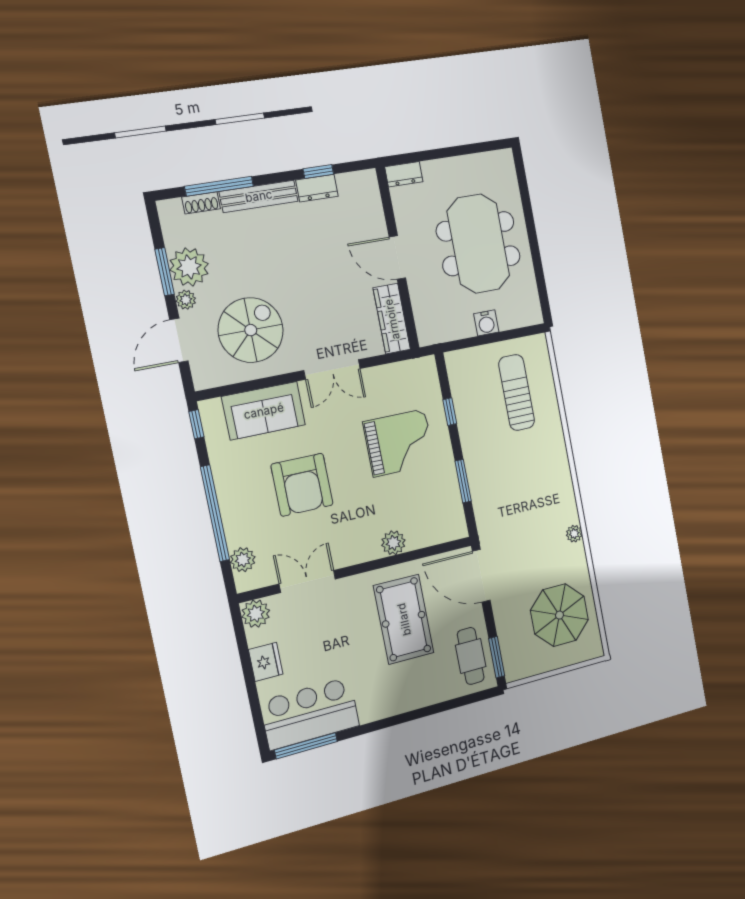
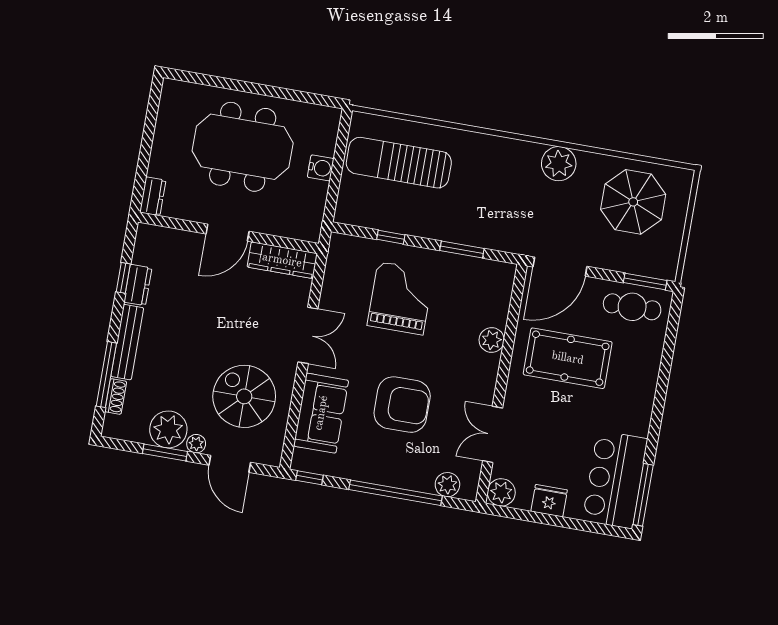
sun lounger: (517, 393) -> (399, 163), width x1.36, depth x1.34
plant: (574, 534) -> (559, 164), width x1.88, depth x1.88

